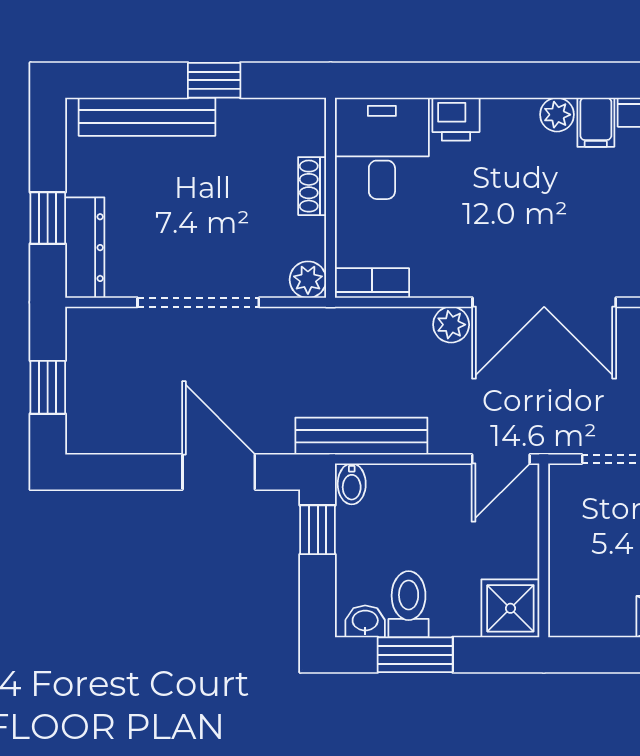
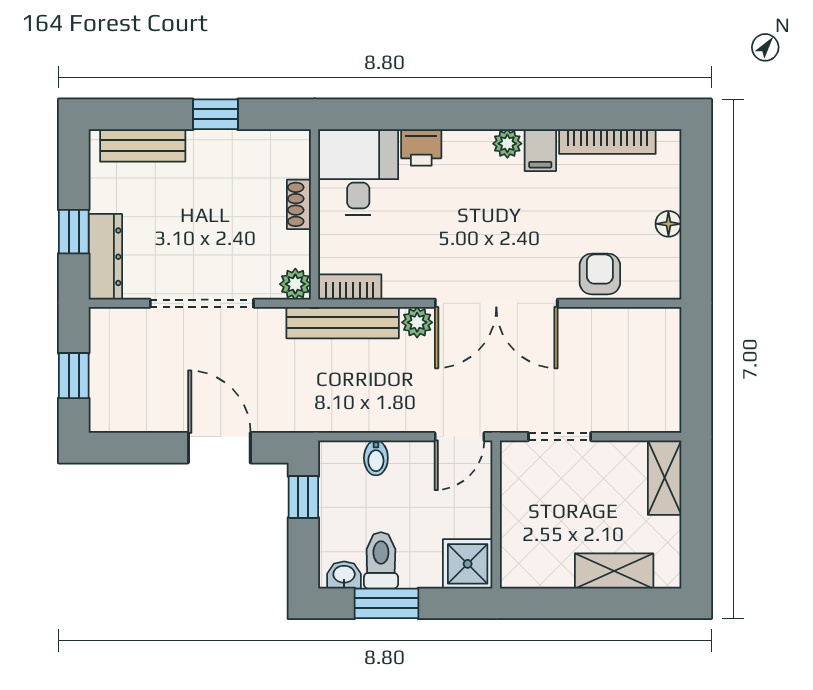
bench: (147, 117) -> (143, 145), width x0.73
bench: (361, 436) -> (343, 323), moved
bidet: (352, 484) -> (376, 458), moved

